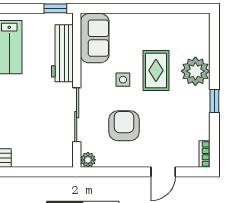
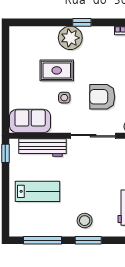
plant: (195, 71) -> (70, 38), moved

